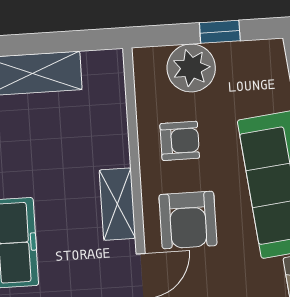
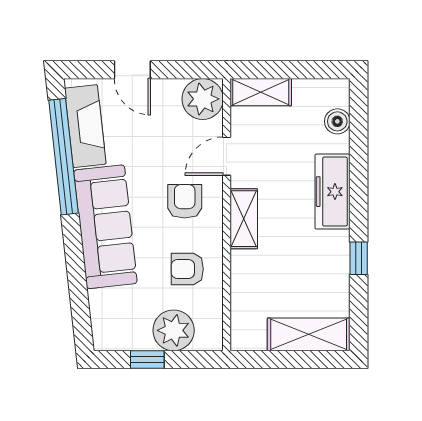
armchair: (188, 220) -> (185, 201), width x0.72, depth x0.72

